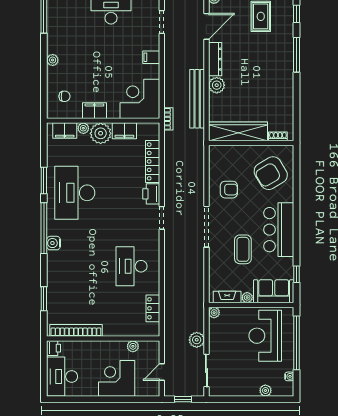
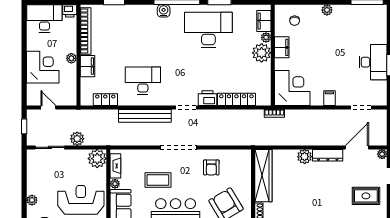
door: (206, 26) -> (357, 147), swing flipped
bench: (197, 99) -> (145, 116), moved
filing cabinet: (124, 131) -> (87, 66), moved, turned 180
plant: (214, 313) -> (97, 159), width x1.88, depth x1.88
plant: (133, 346) -> (71, 58), moved

